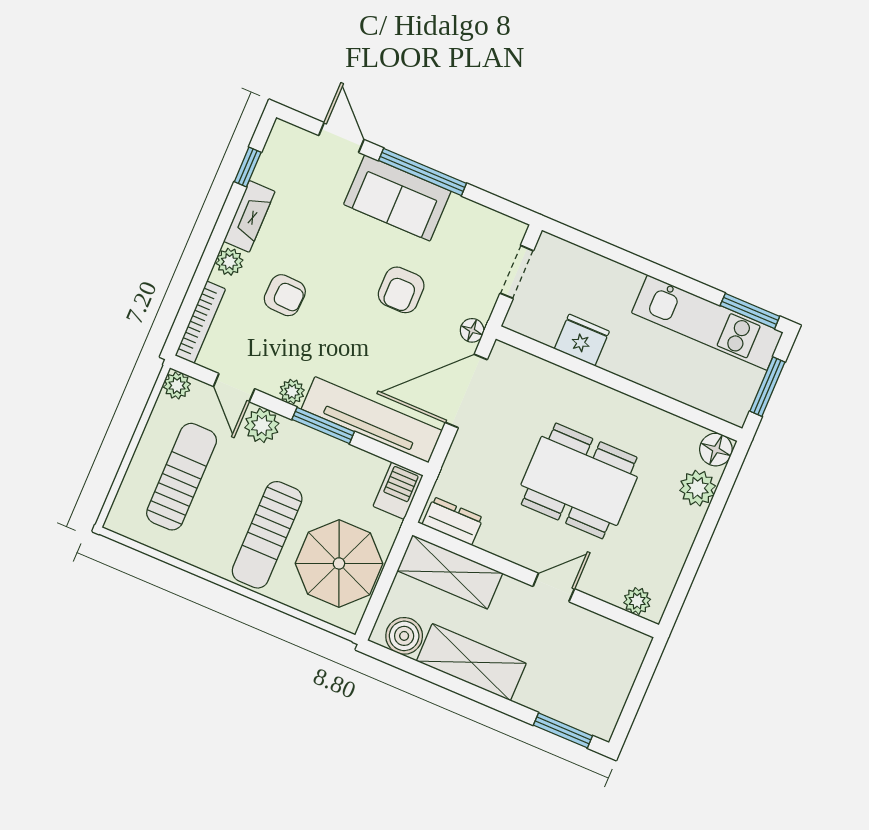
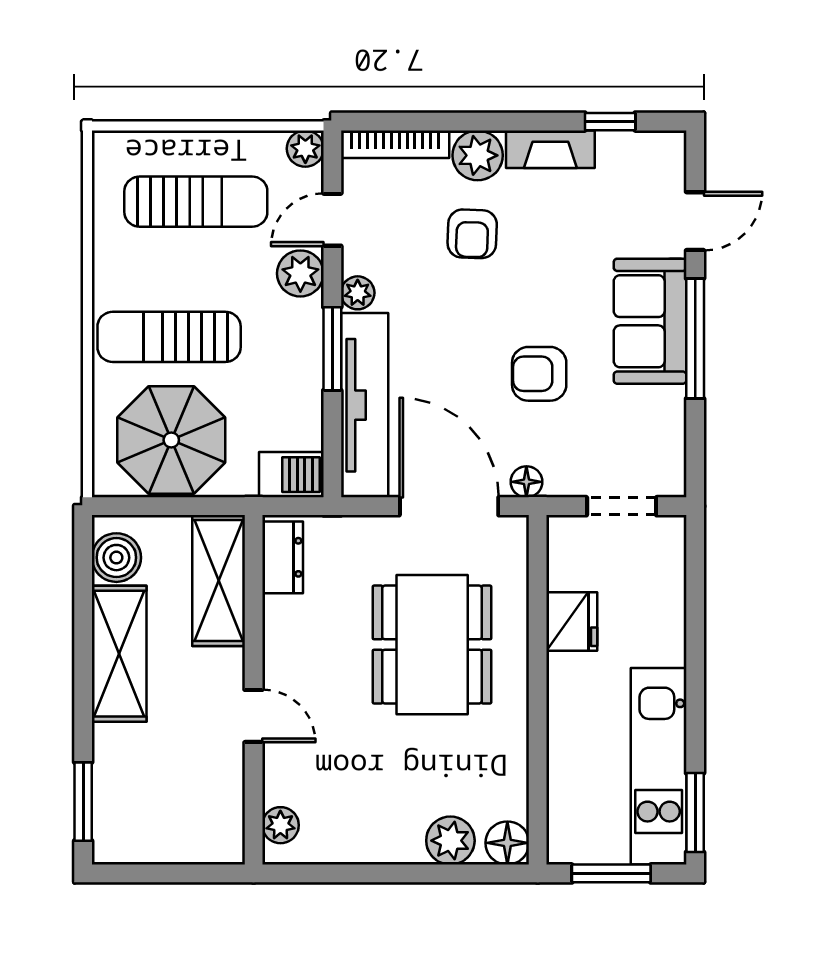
plant: (229, 262) -> (478, 155), width x1.38, depth x1.38
dining table: (579, 481) -> (432, 645), moved

